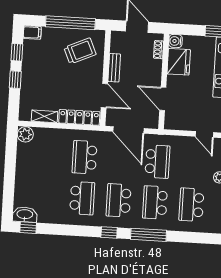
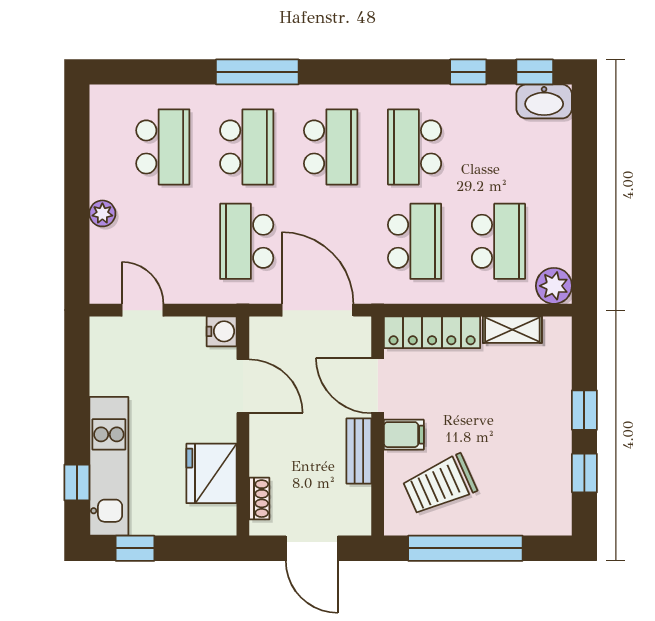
filing cabinet: (32, 32) -> (404, 435), moved, turned 180
water cooler: (176, 41) -> (222, 331), moved
school desk: (48, 155) -> (498, 241), added
window: (109, 232) -> (468, 72), moved

